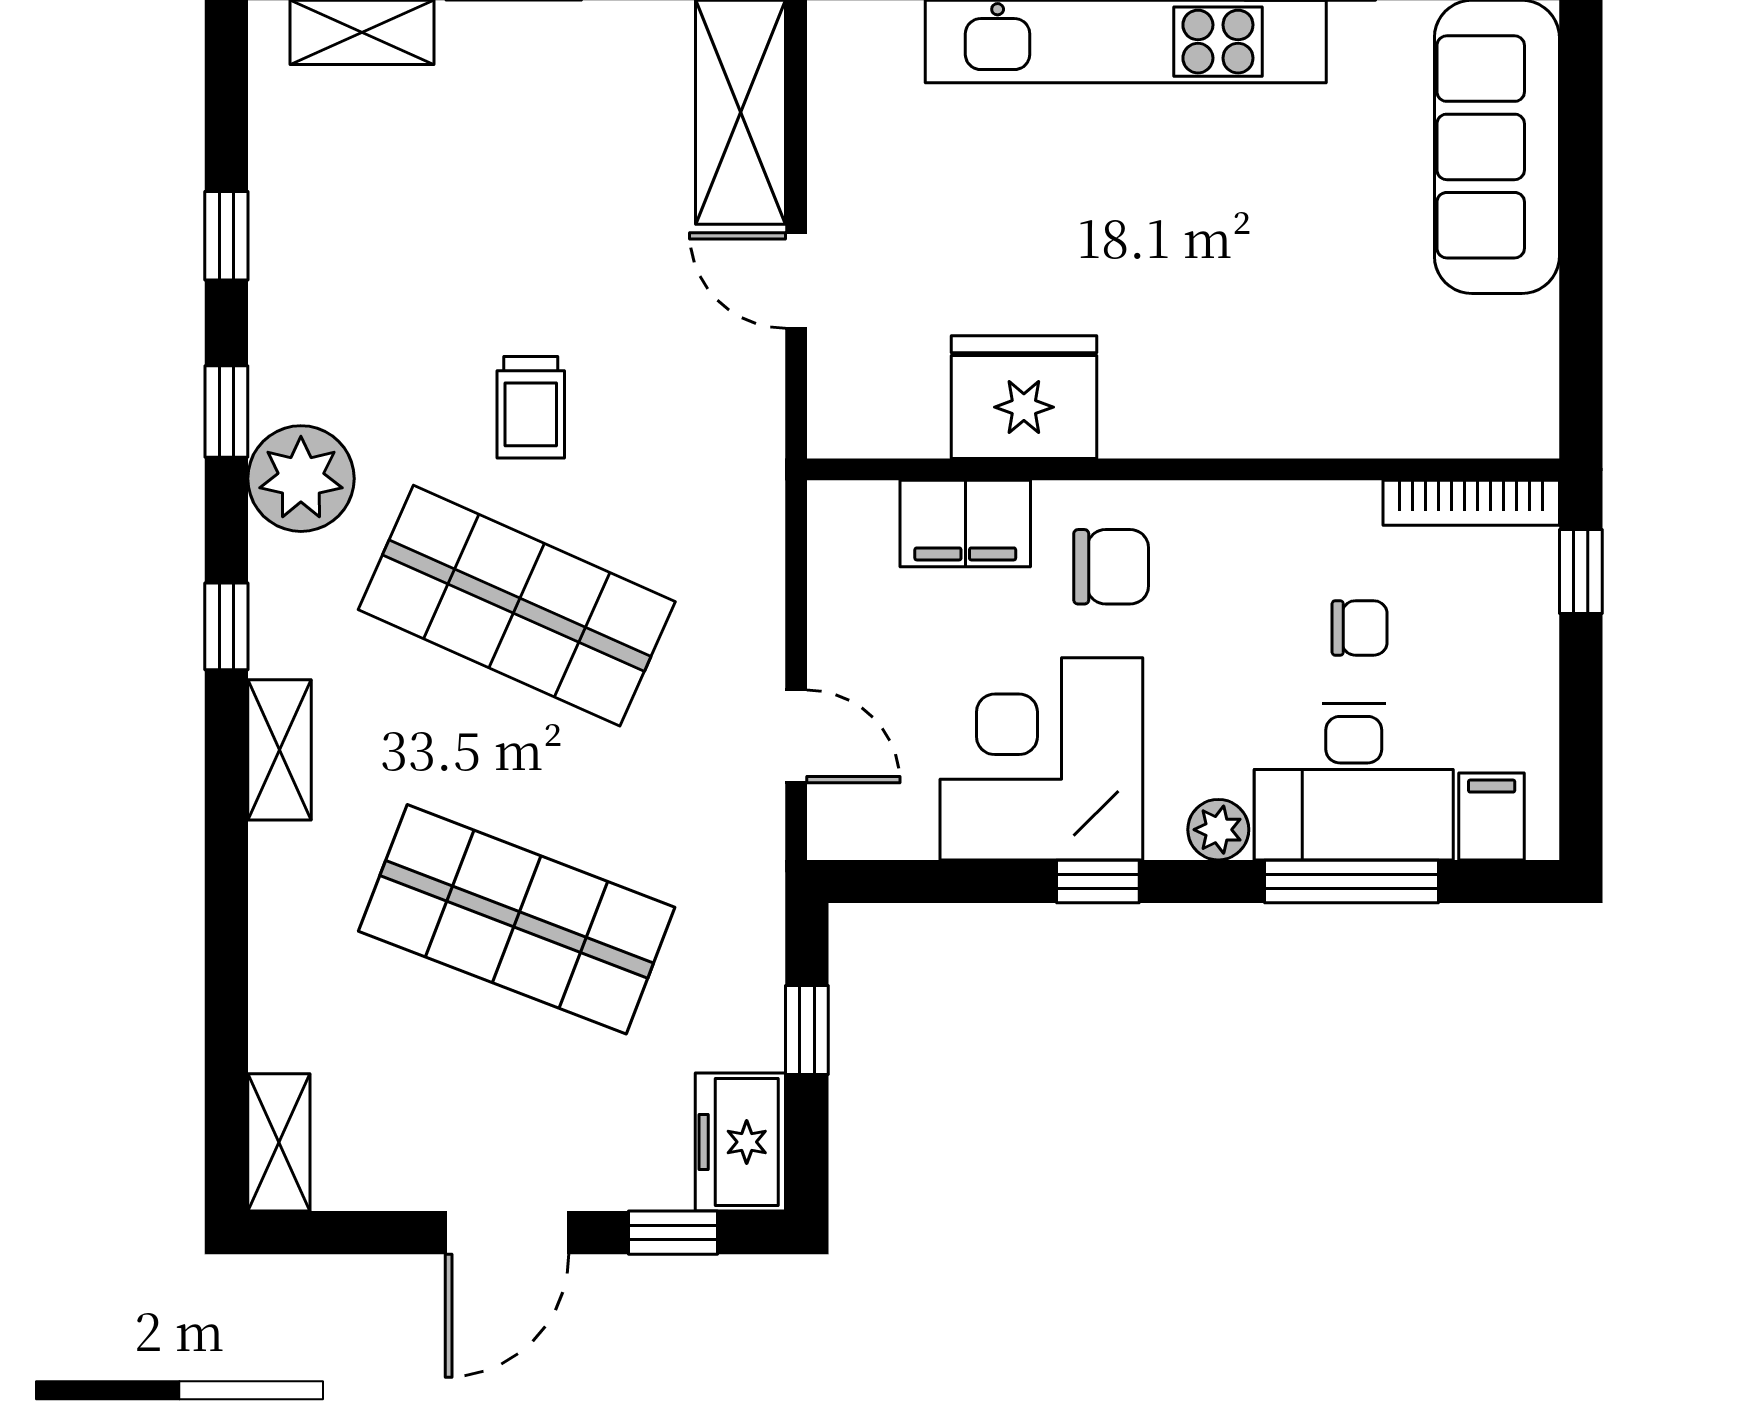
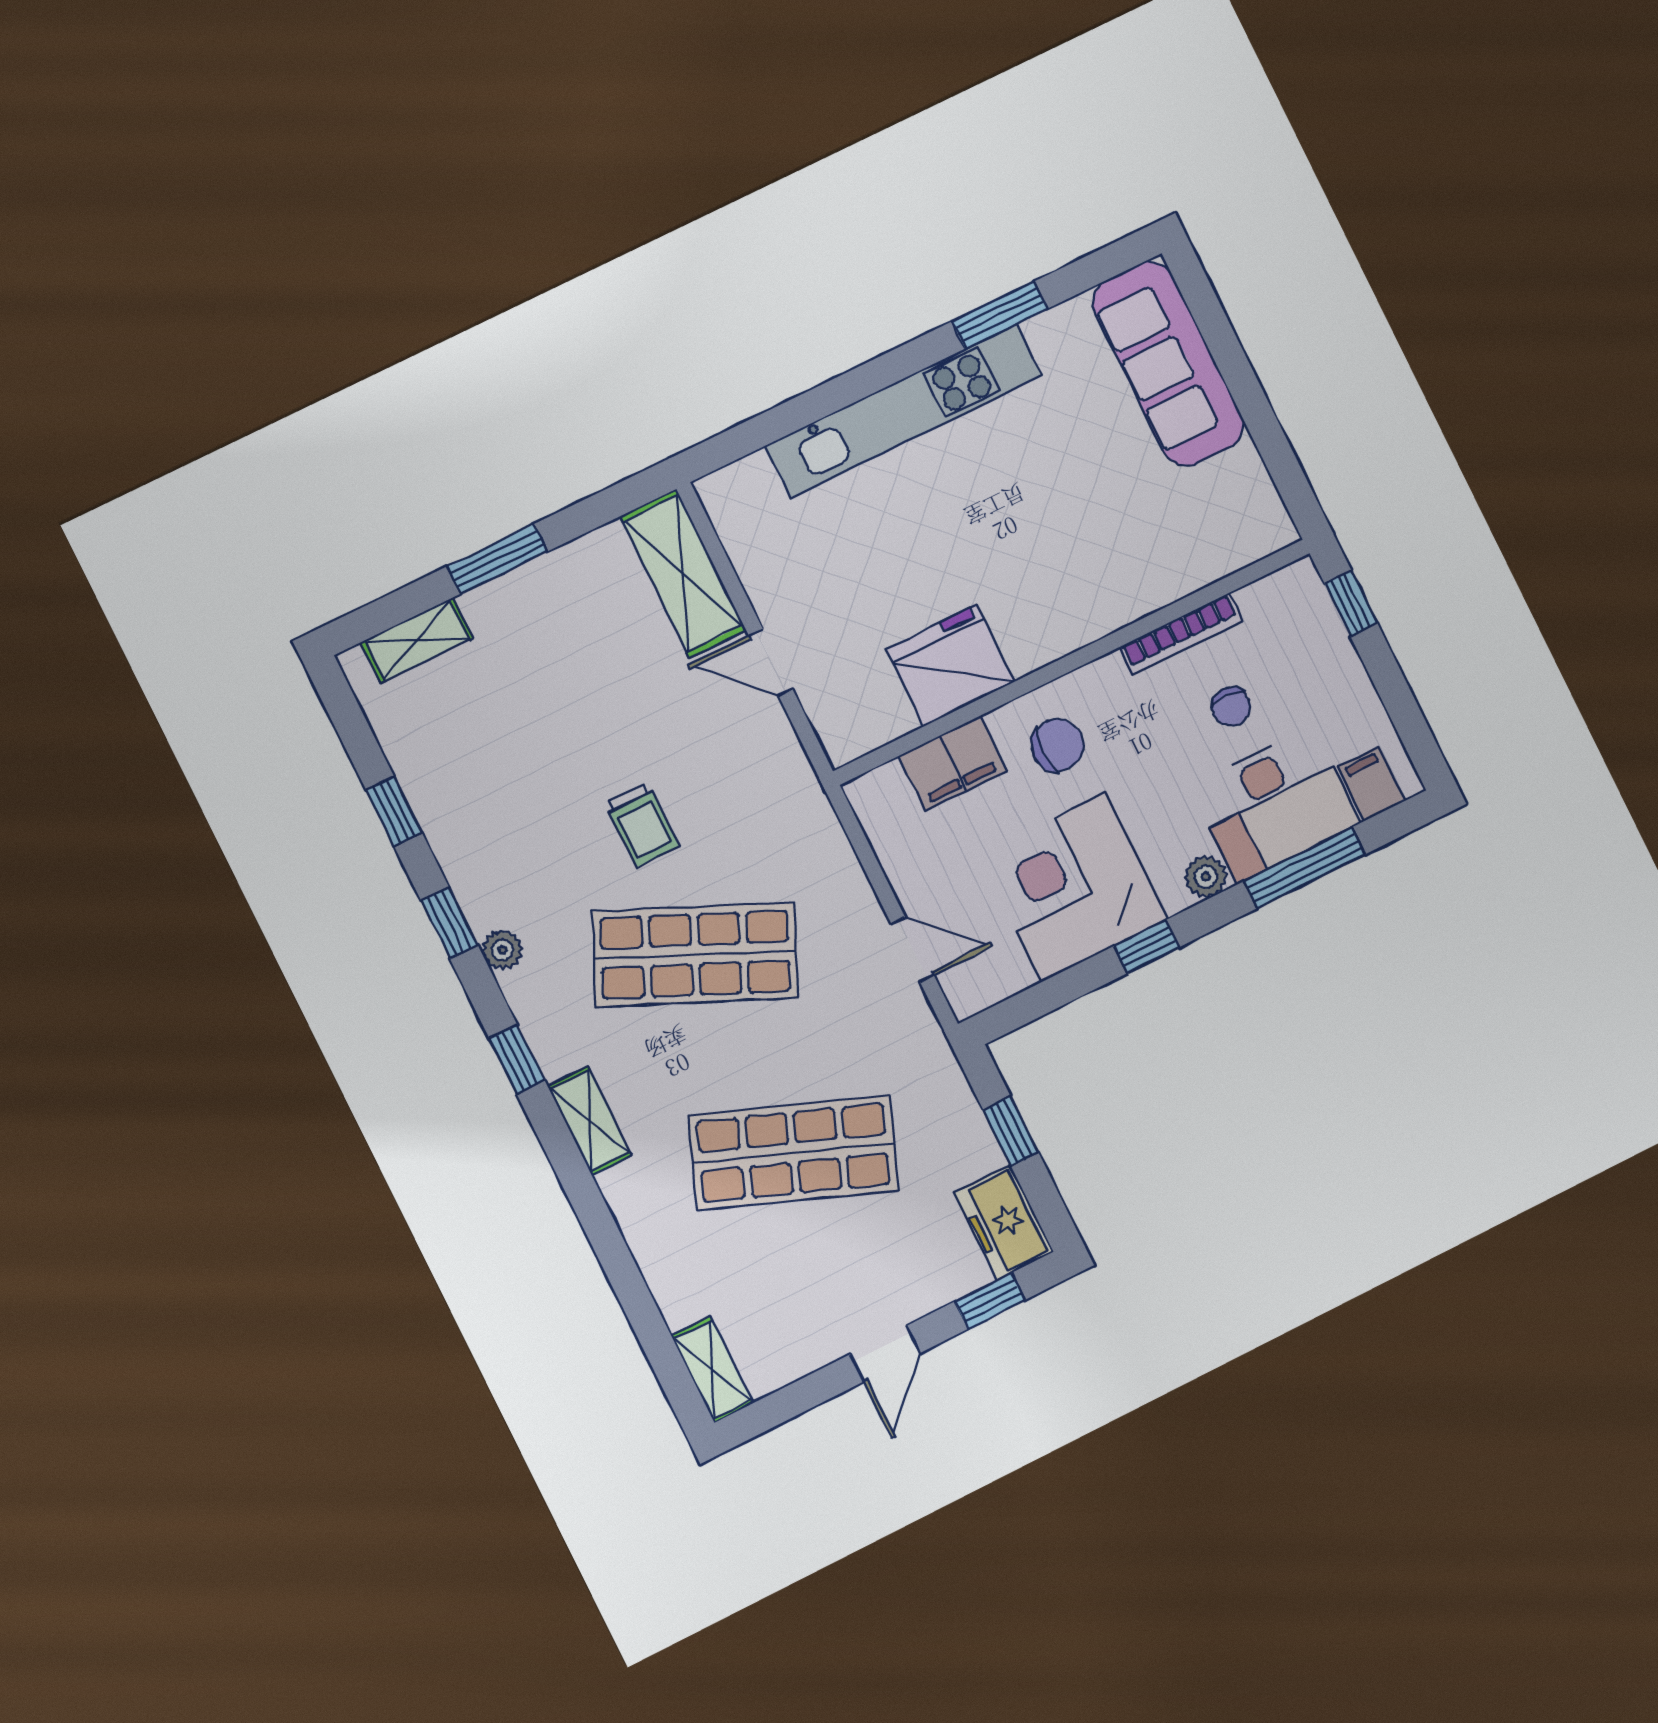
plant: (301, 479) -> (502, 950), width x0.53, depth x0.53
bookcase: (1471, 503) -> (1181, 634), moved
chair: (1360, 628) -> (1231, 707), turned 90
door: (507, 1233) -> (885, 1354), width x0.73

